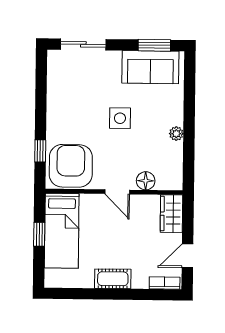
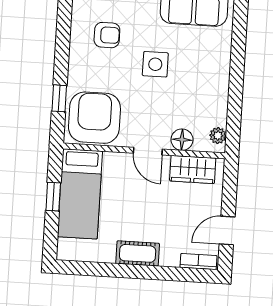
armchair: (78, 96) -> (107, 35), added
plant: (176, 134) -> (218, 136), moved
wardrobe: (171, 214) -> (193, 169), moved, turned -90

